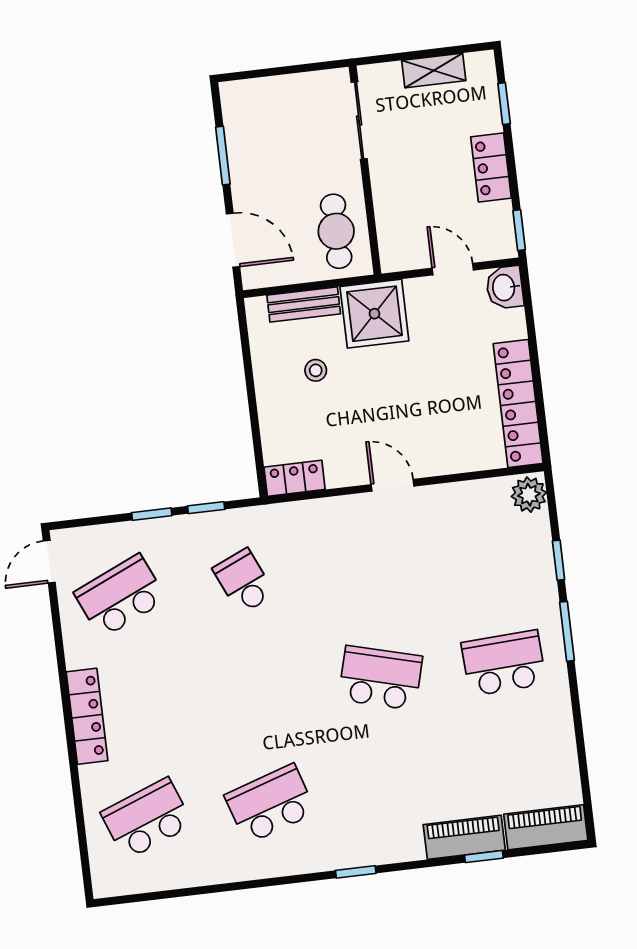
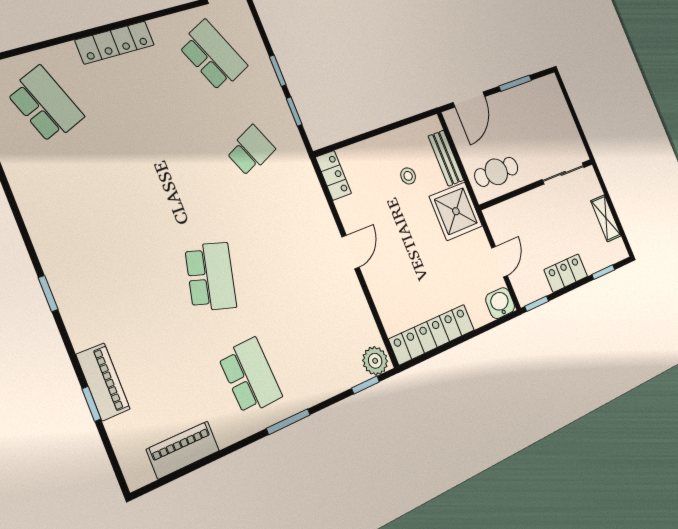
window: (559, 560) -> (365, 385), moved
school desk: (270, 804) -> (86, 207), removed
piano: (546, 827) -> (183, 450), moved, turned -90

